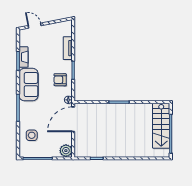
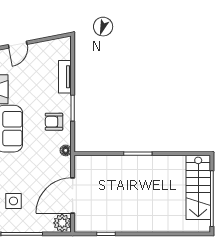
door: (35, 26) -> (18, 45), swing flipped
door: (73, 119) -> (73, 196), moved

